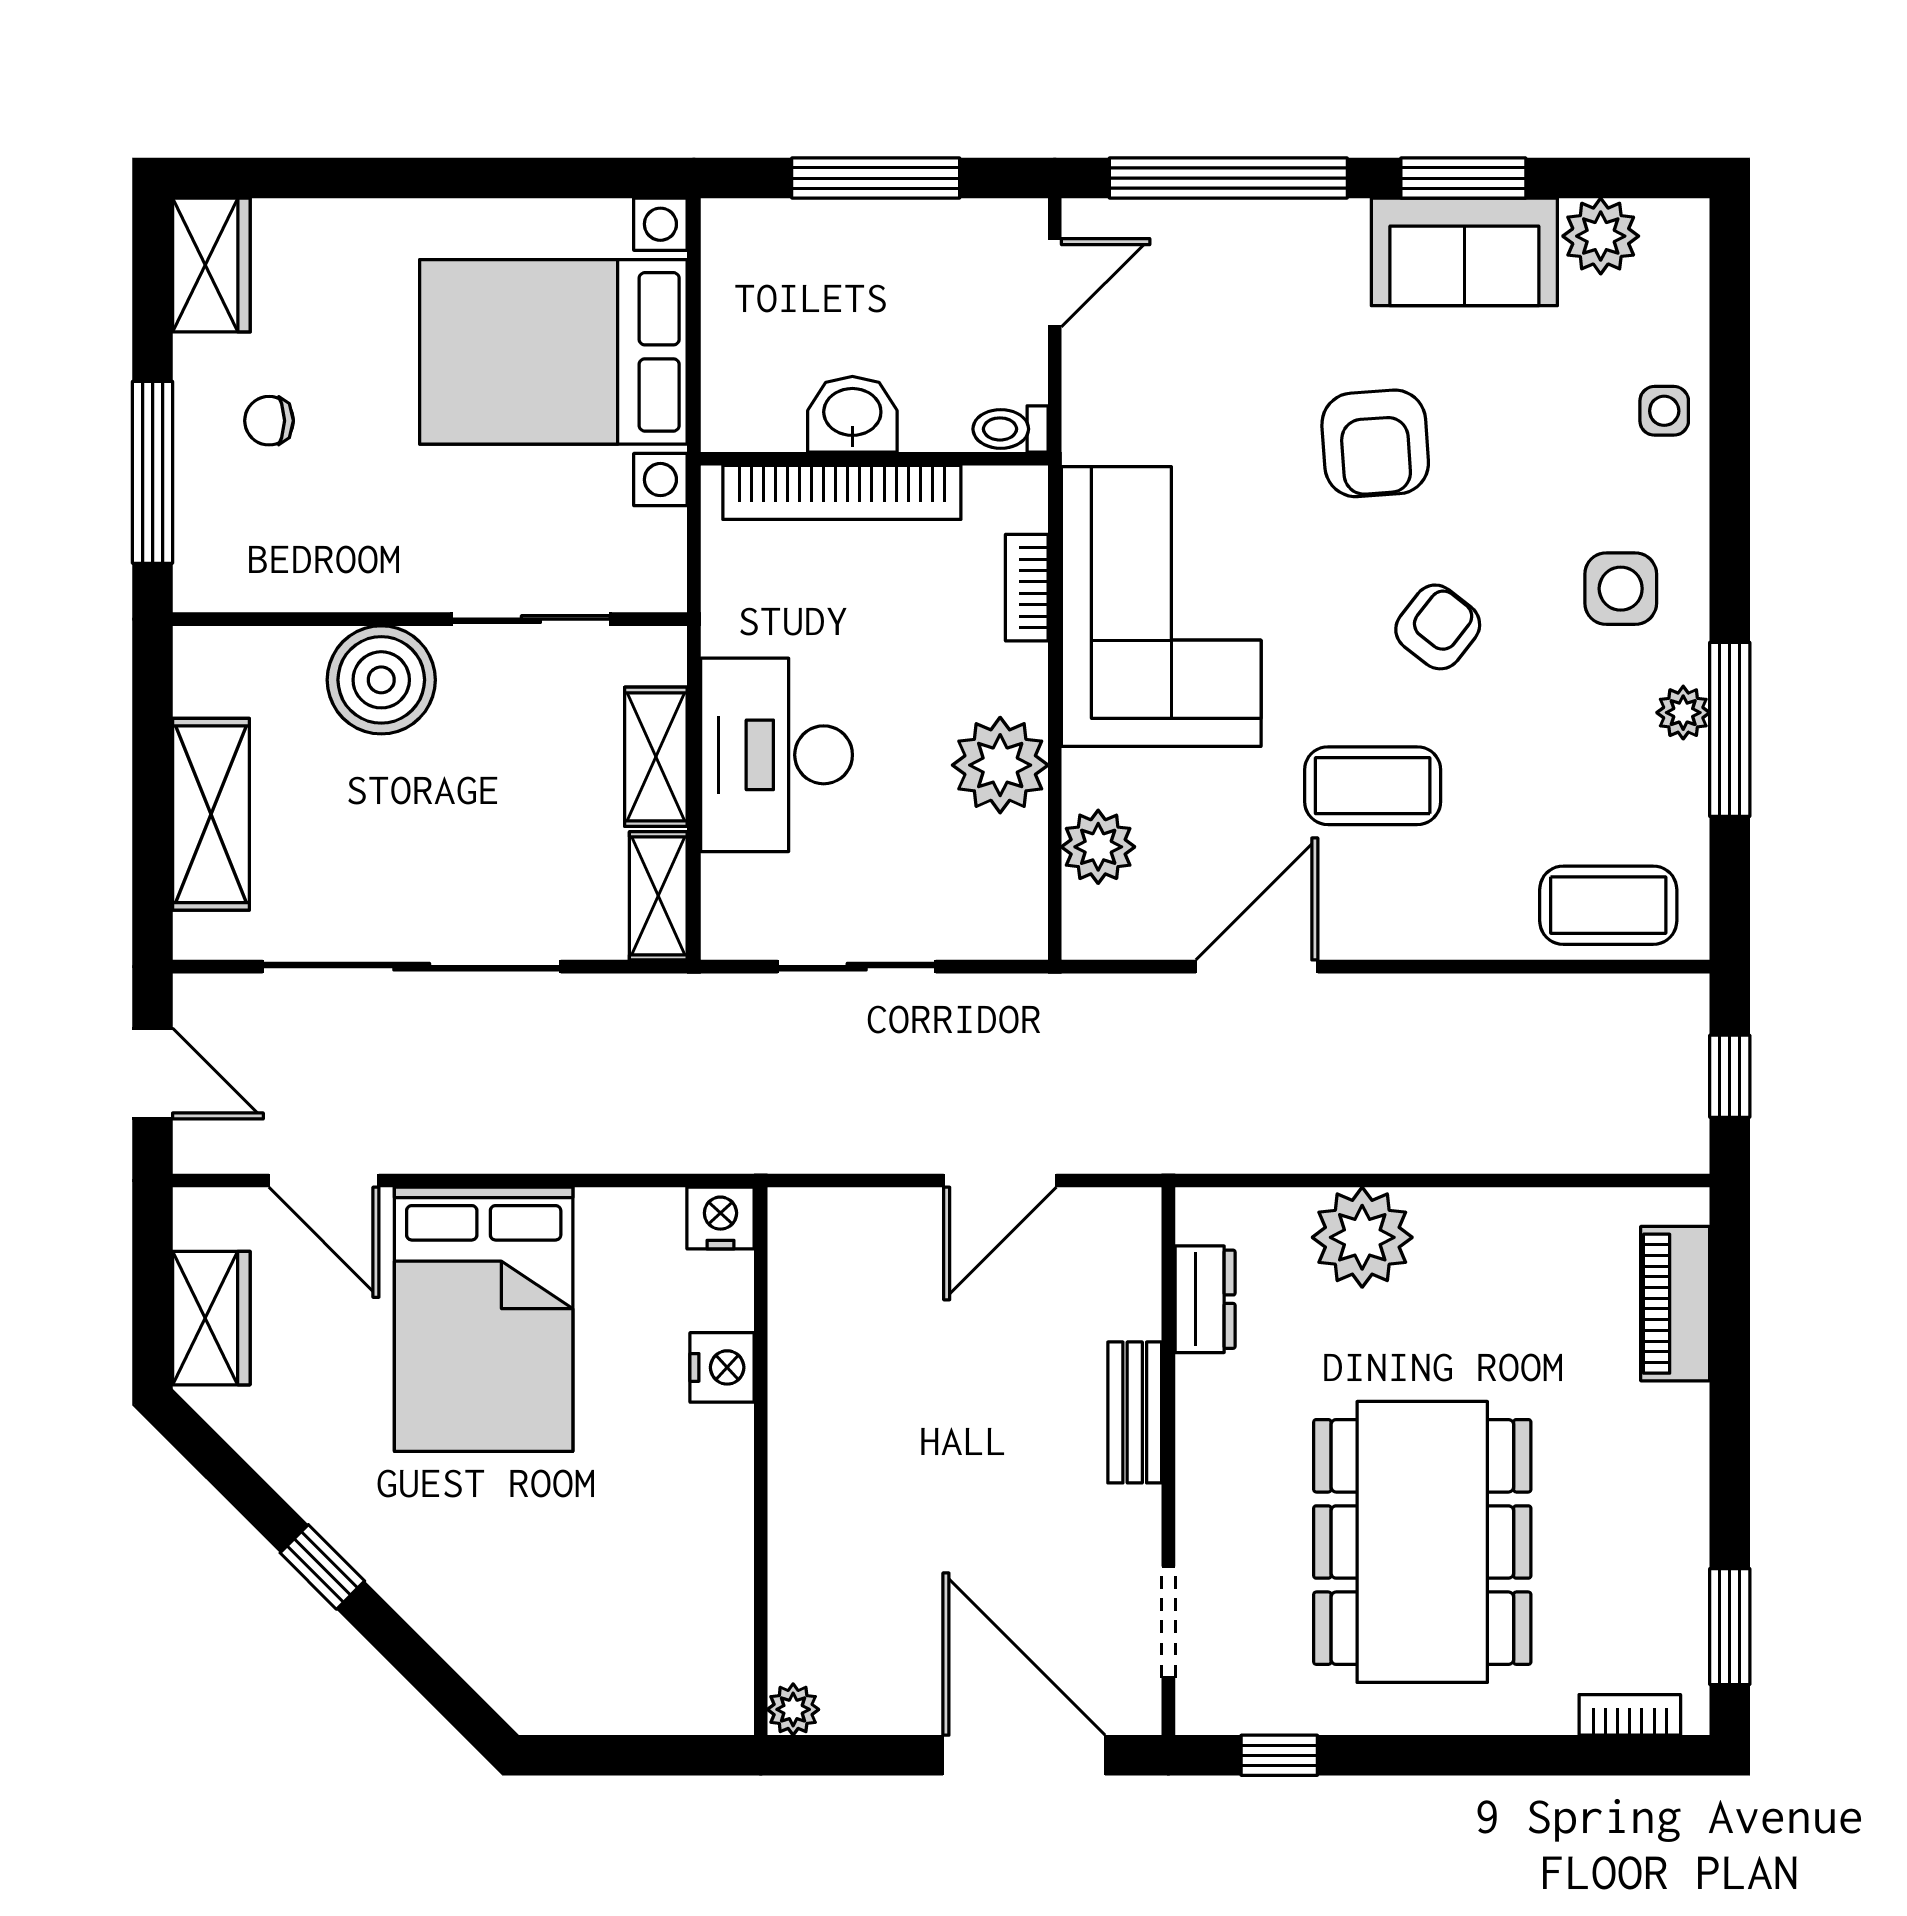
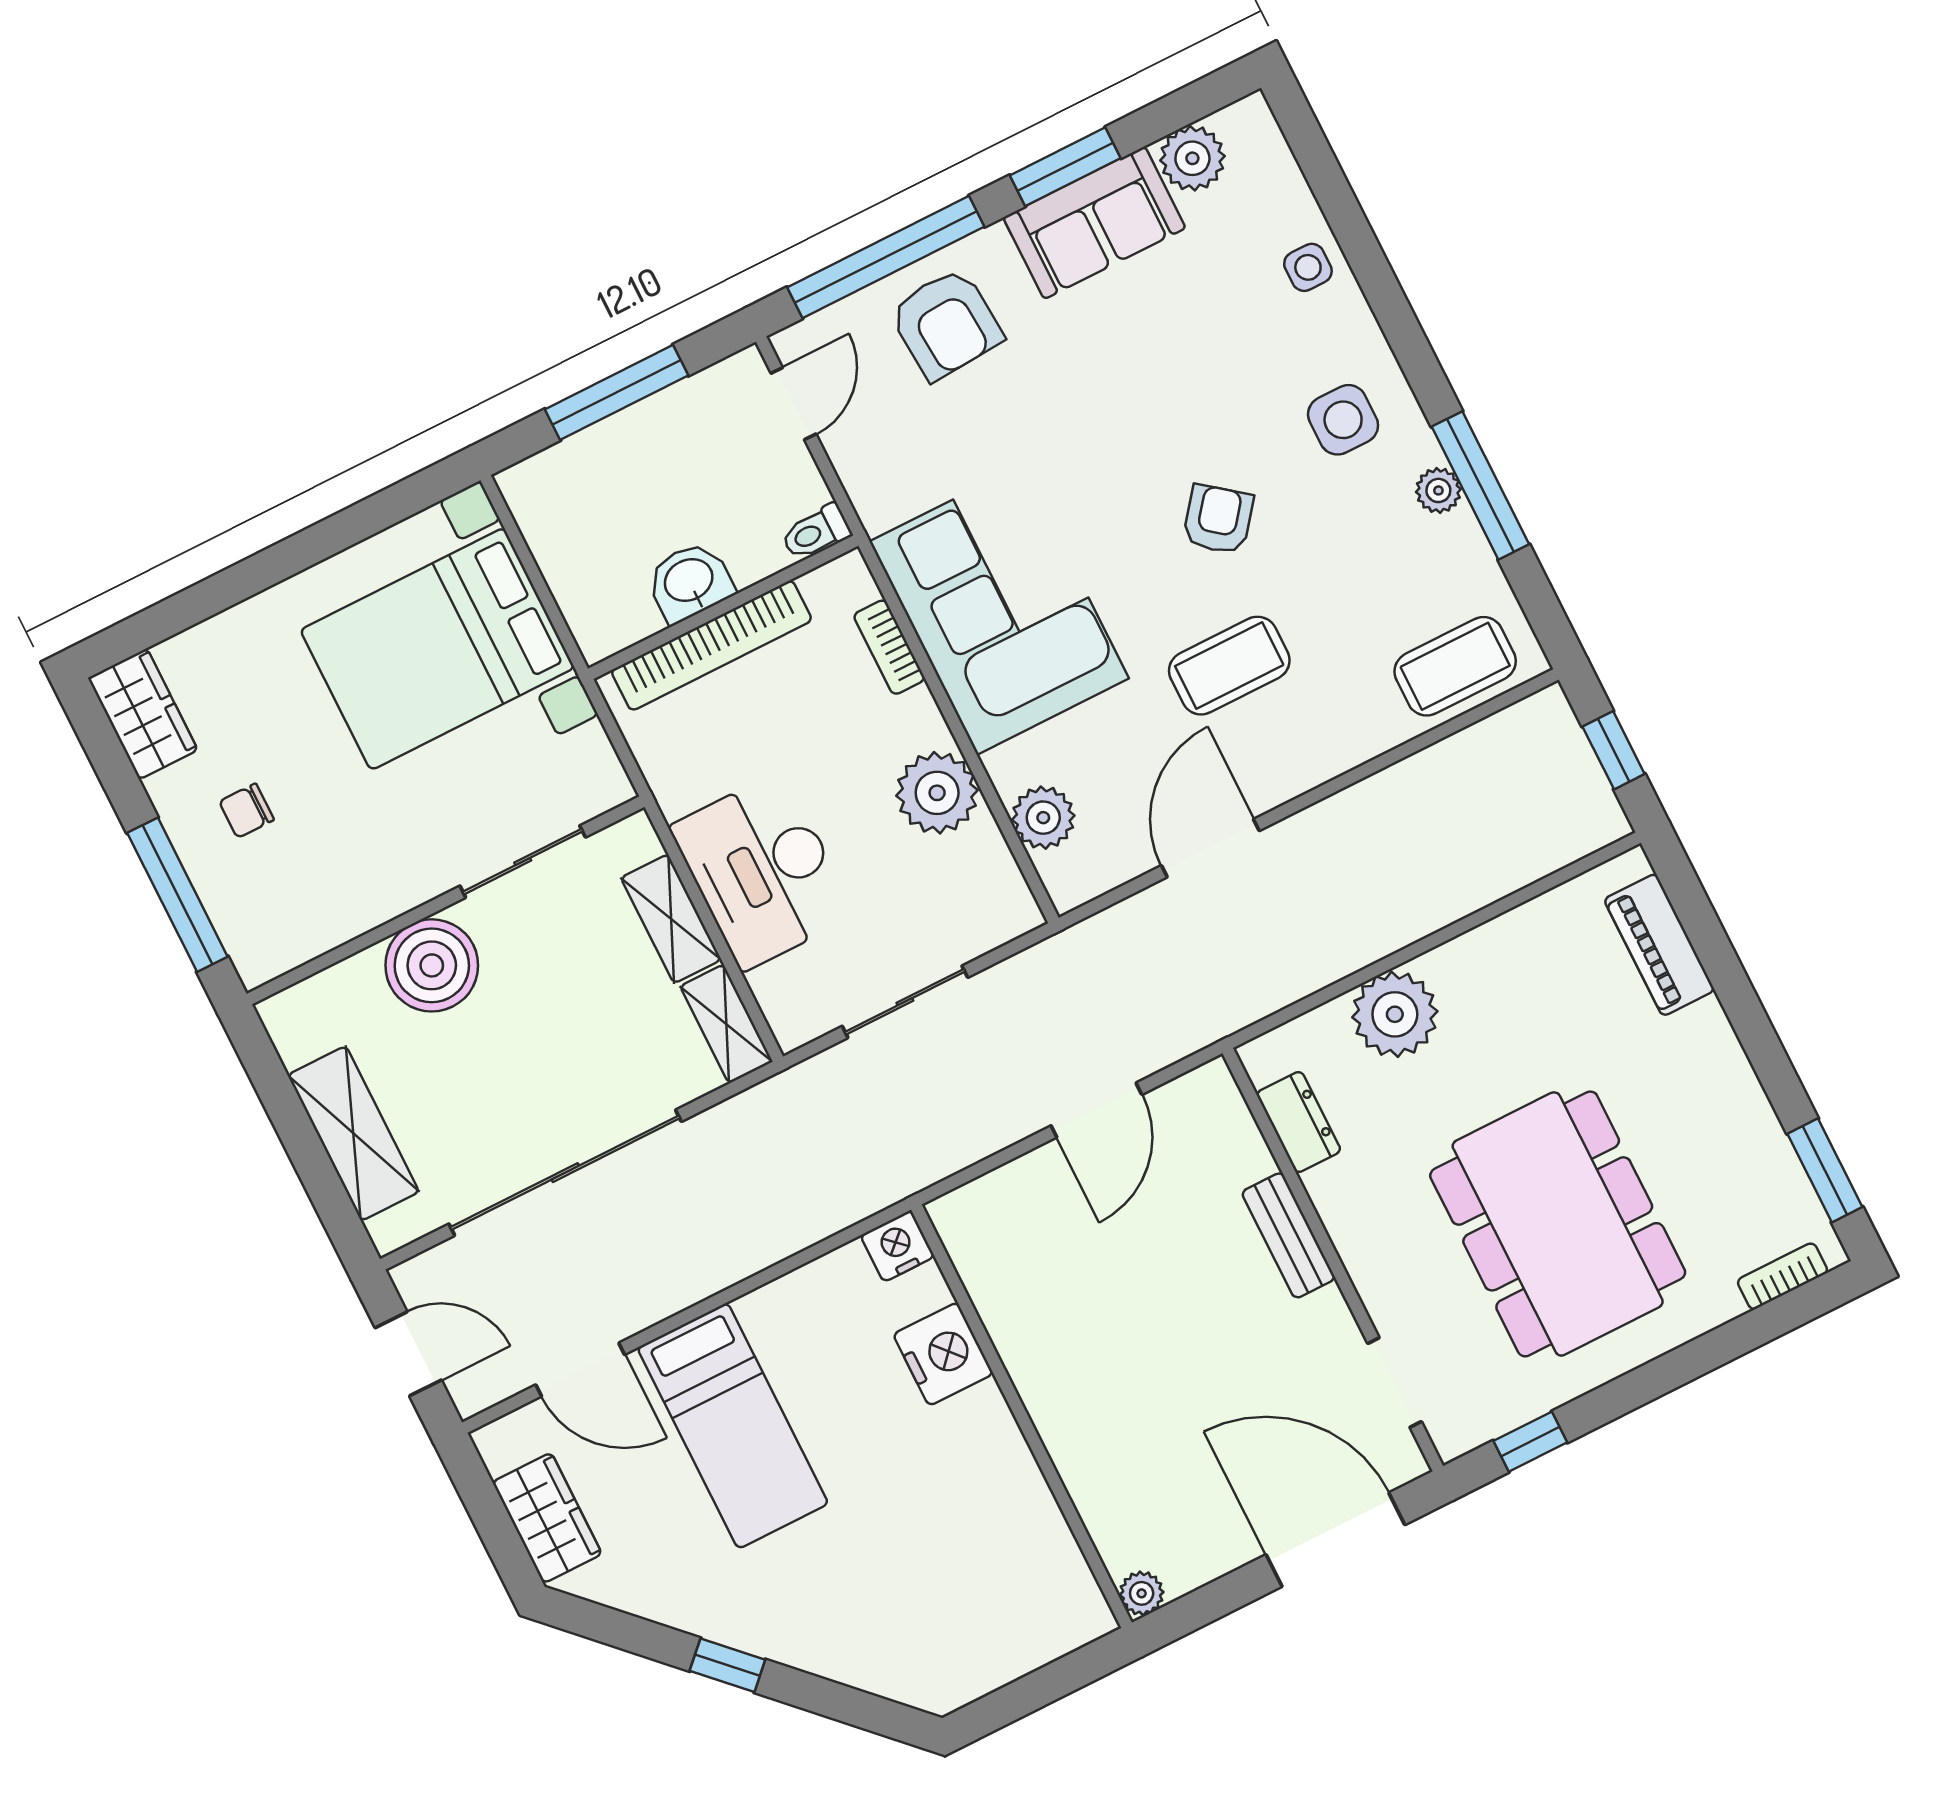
armchair: (1375, 443) -> (946, 324), moved
bed: (484, 1319) -> (733, 1426), width x0.67
nightstand: (722, 1367) -> (943, 1354), width x1.36, depth x1.33

